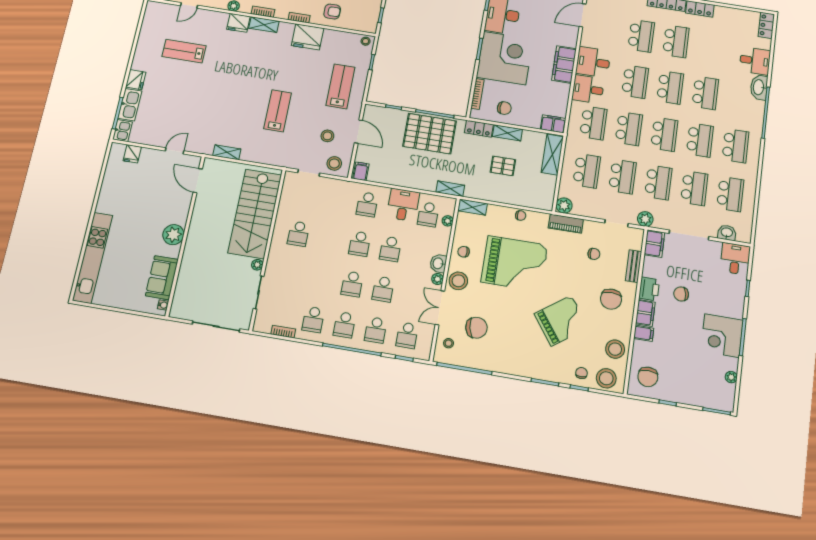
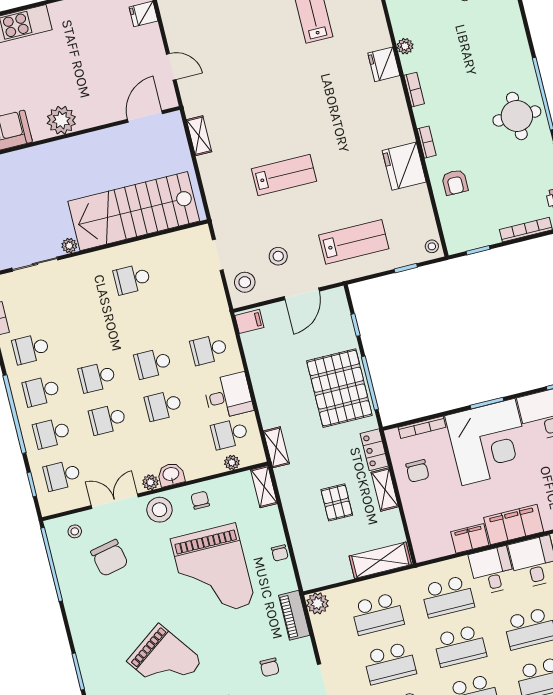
shelving: (264, 25) -> (396, 100), removed
filing cabinet: (553, 124) -> (470, 538), moved, turned -90

